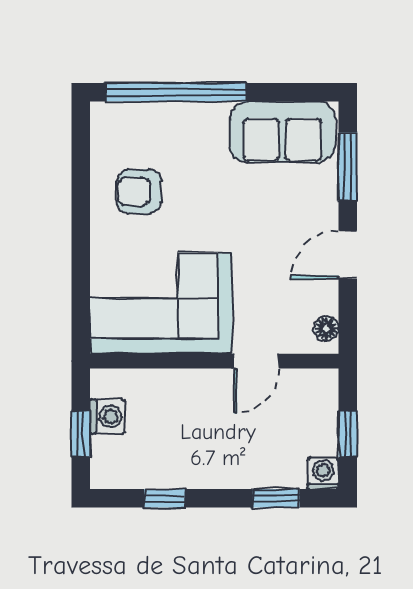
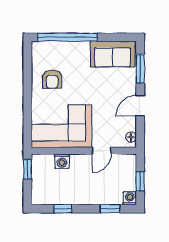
armchair: (139, 191) -> (52, 79), turned -90
washing machine: (107, 417) -> (62, 161), moved, turned 90
window: (81, 434) -> (27, 169), moved

